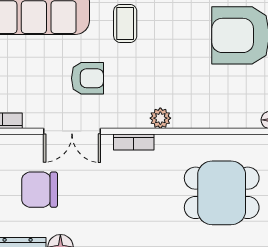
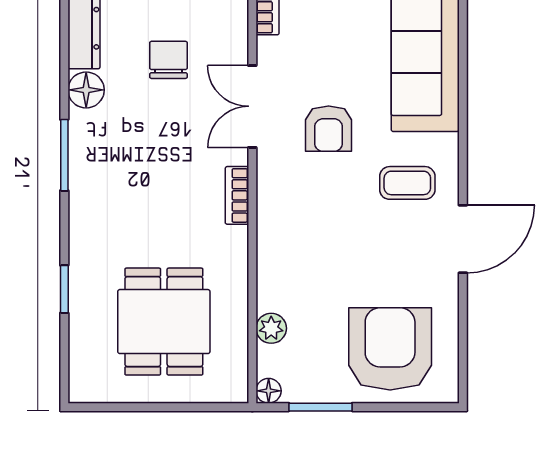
plant: (160, 118) -> (271, 328), moved
chair: (40, 190) -> (168, 60), width x0.73, depth x0.73

